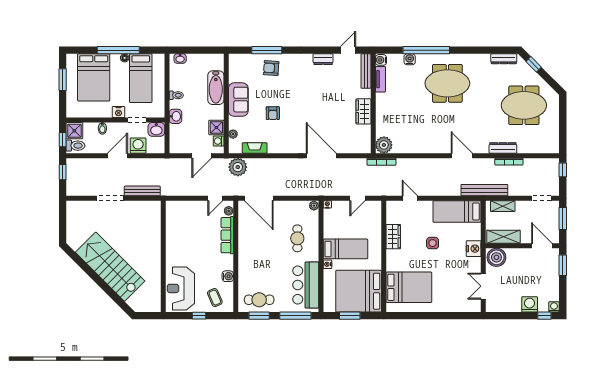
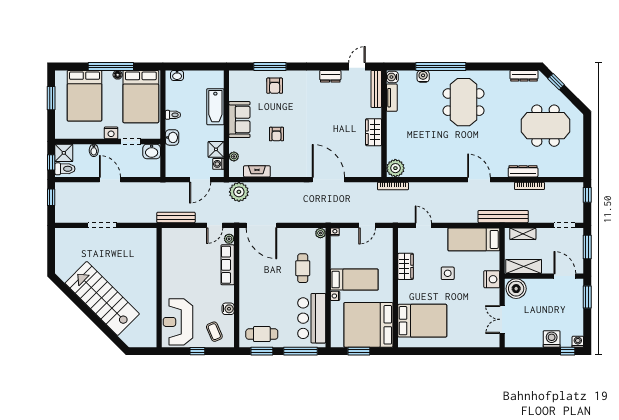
armchair: (271, 68) -> (275, 86), turned -94
bed: (141, 78) -> (141, 97), width x1.50
meeting table: (447, 83) -> (464, 102), turned 90
washing machine: (138, 146) -> (132, 169), removed
door: (117, 156) -> (110, 180), hinge flipped
bench: (142, 191) -> (176, 217), moved

